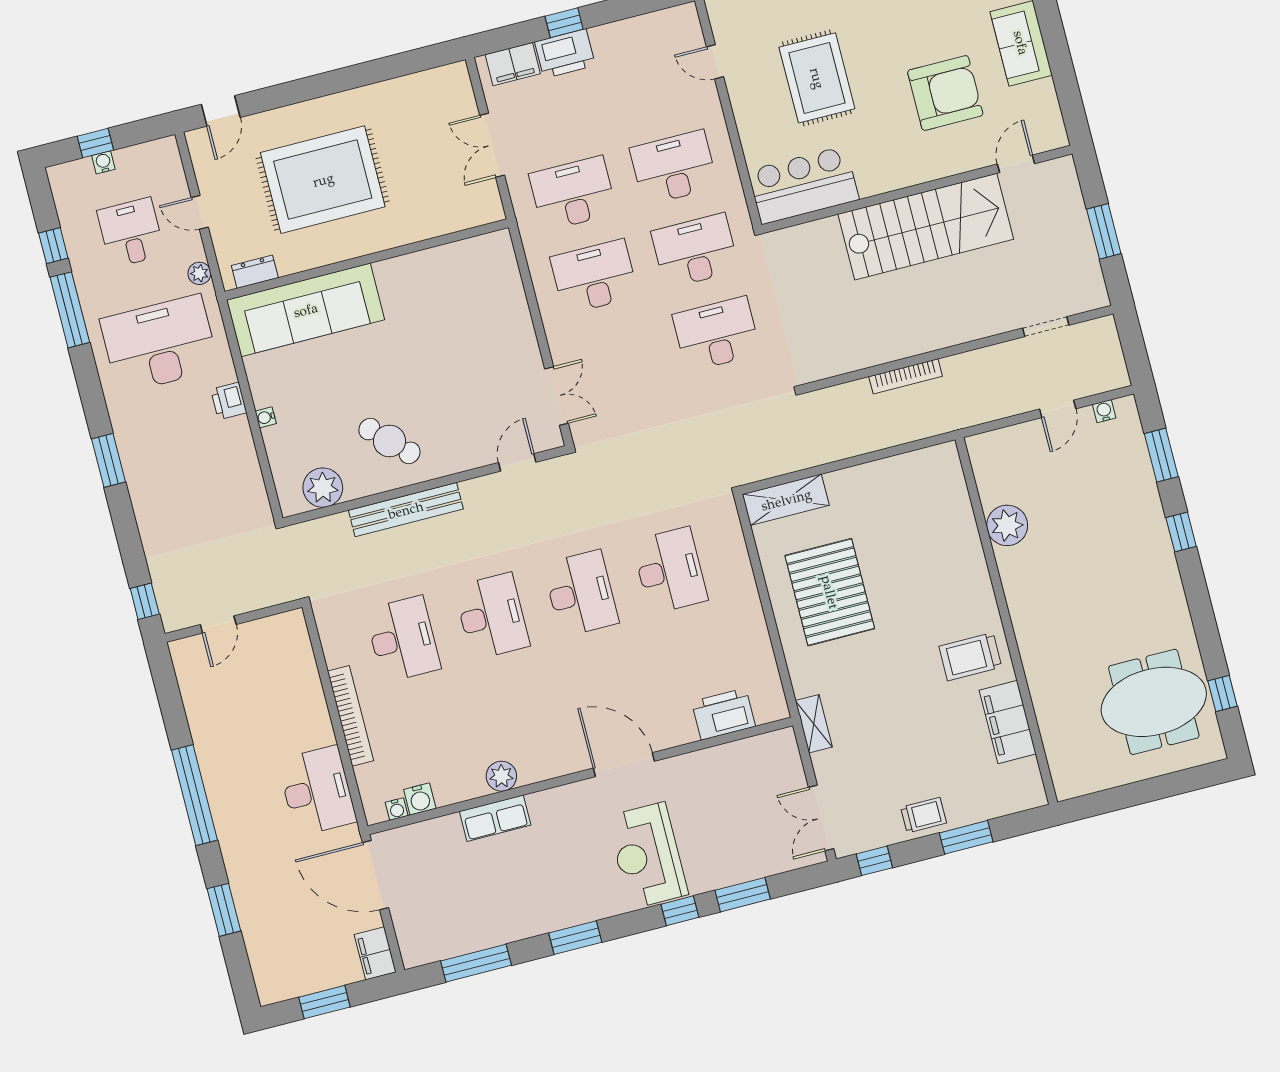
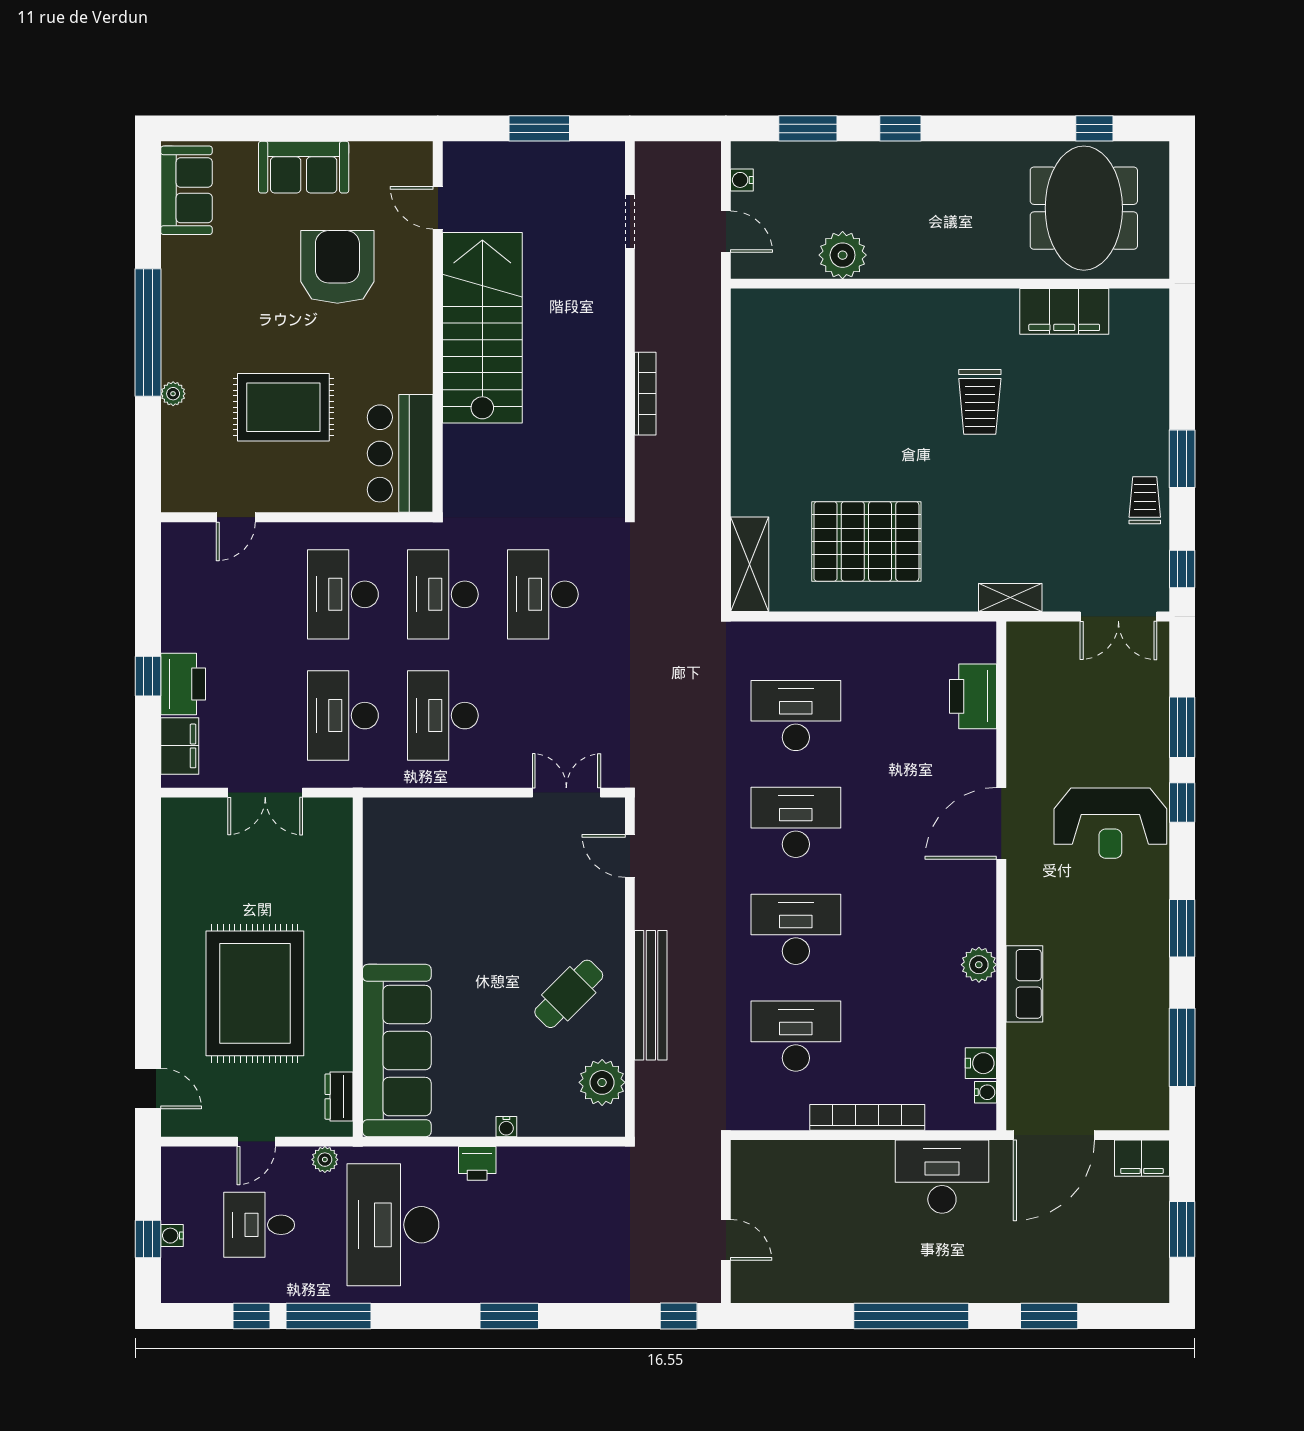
plant: (1007, 525) -> (843, 255), moved
wall: (1006, 621) -> (950, 284), moved
filing cabinet: (1008, 722) -> (1064, 311), moved

